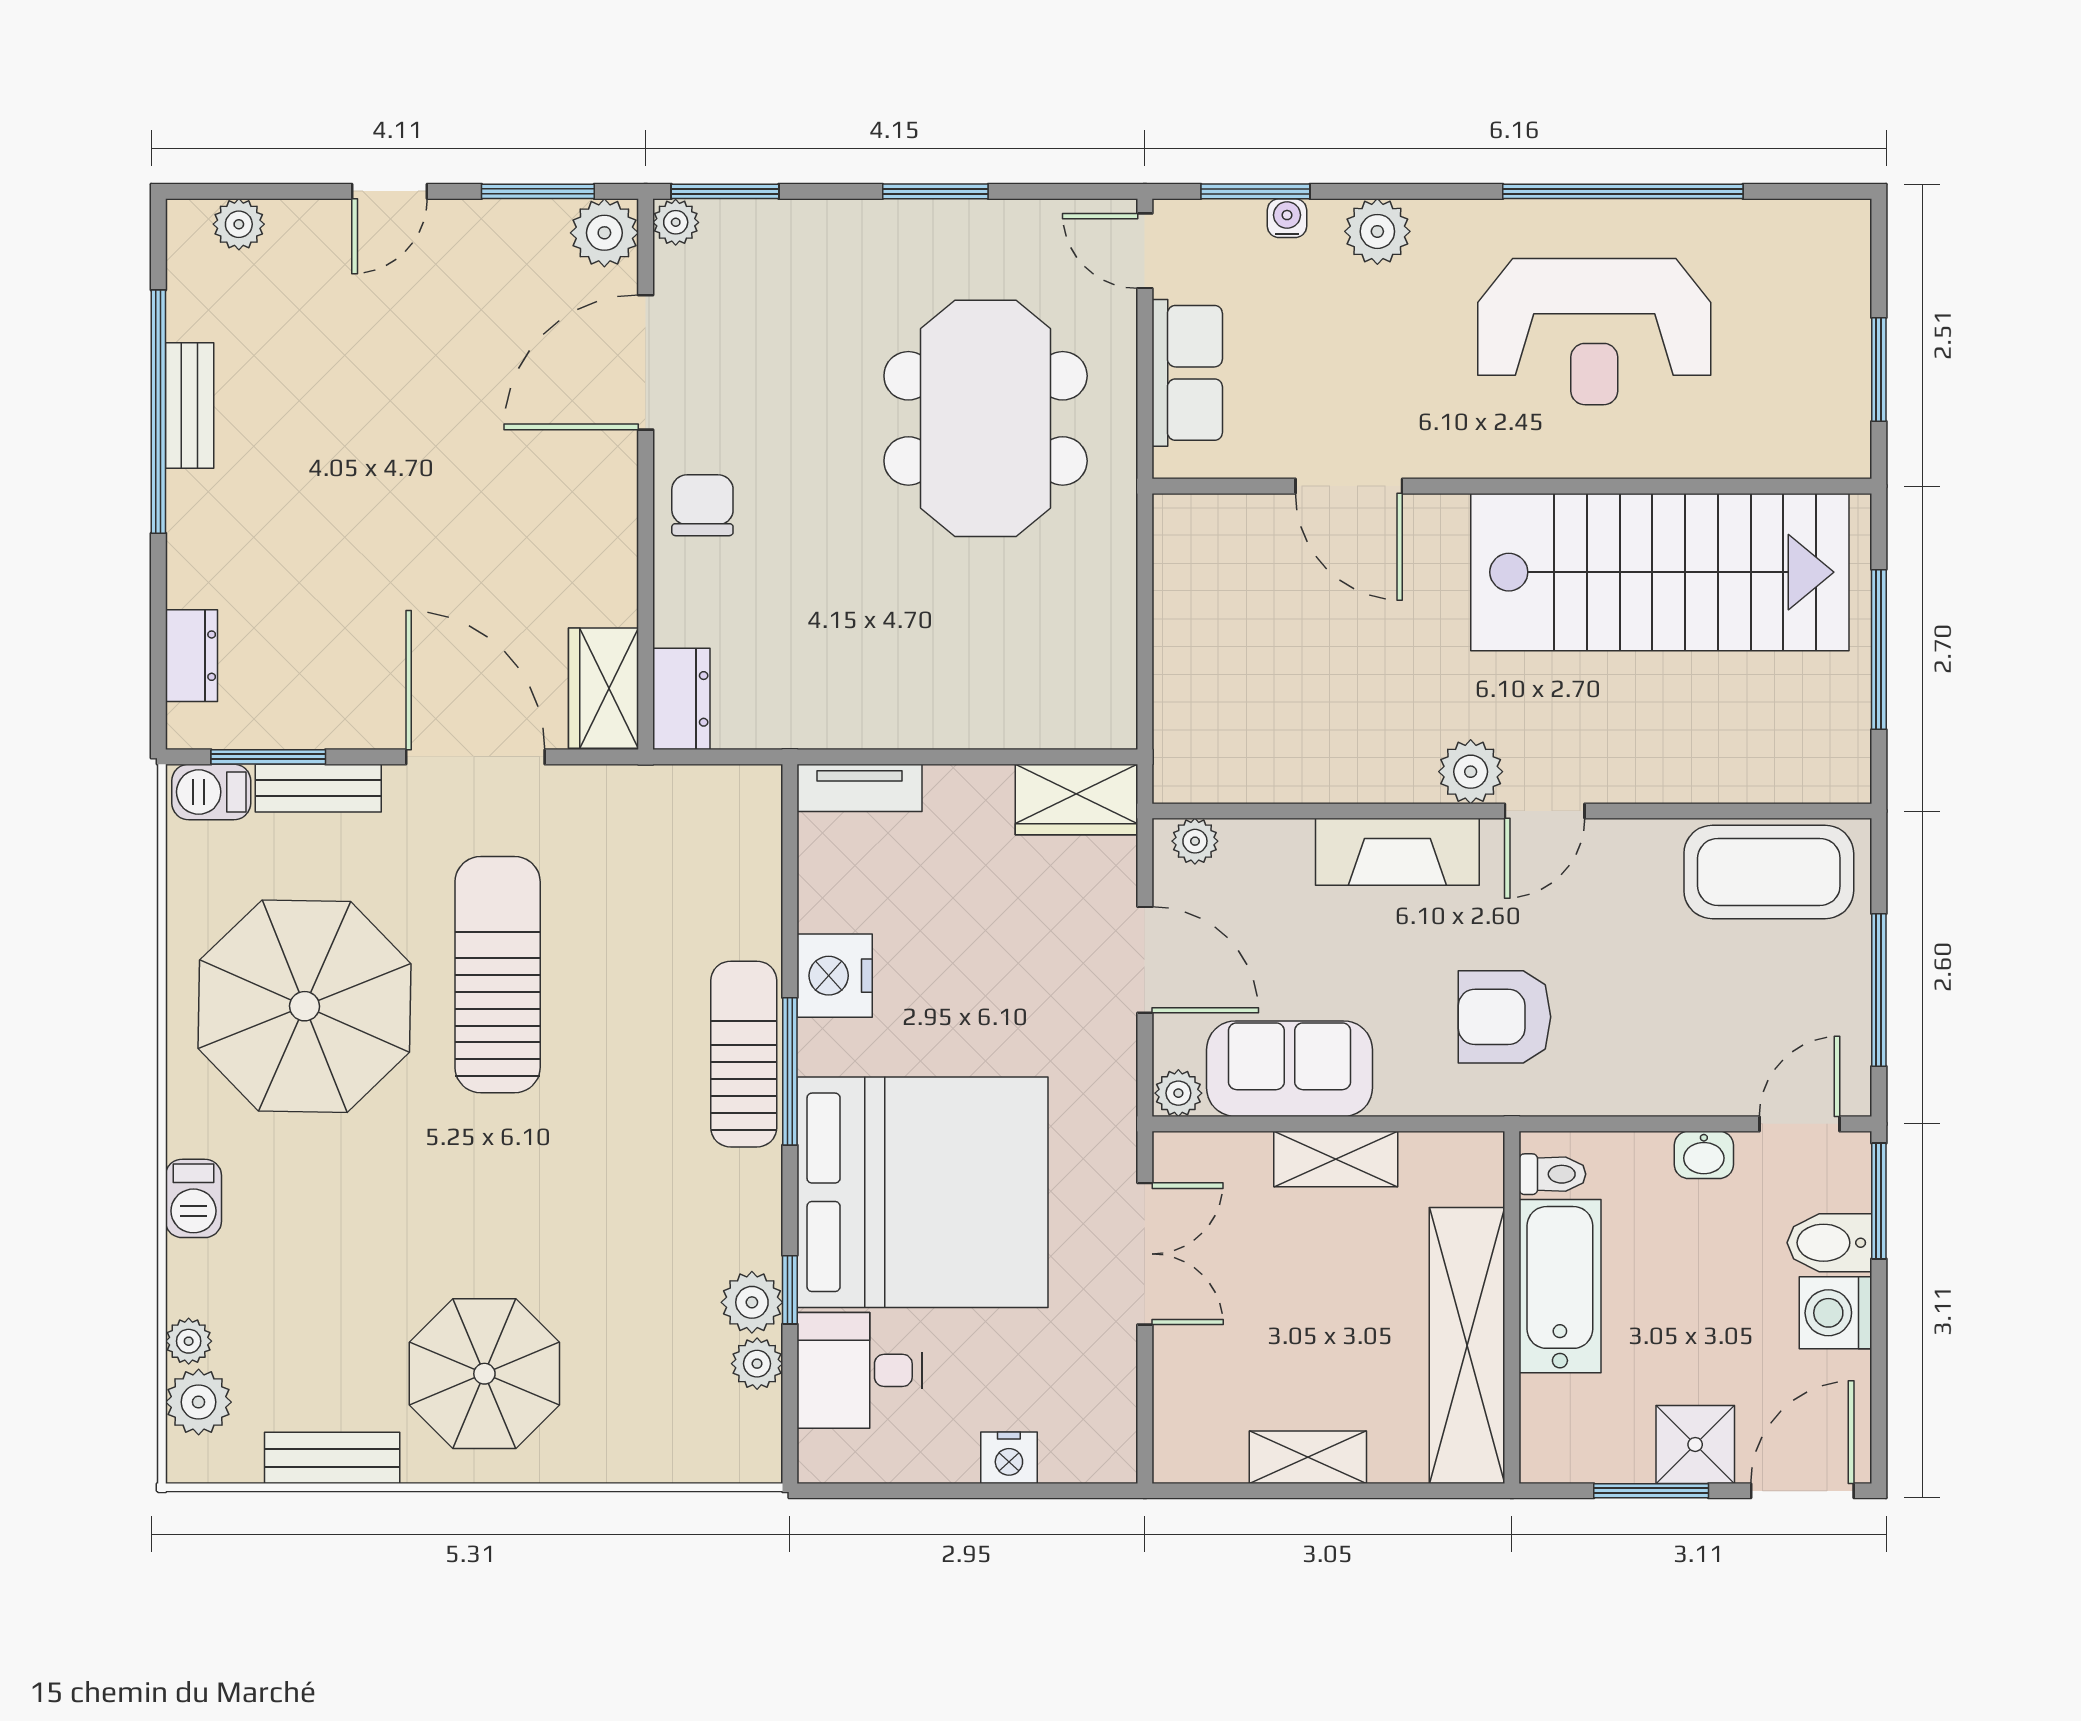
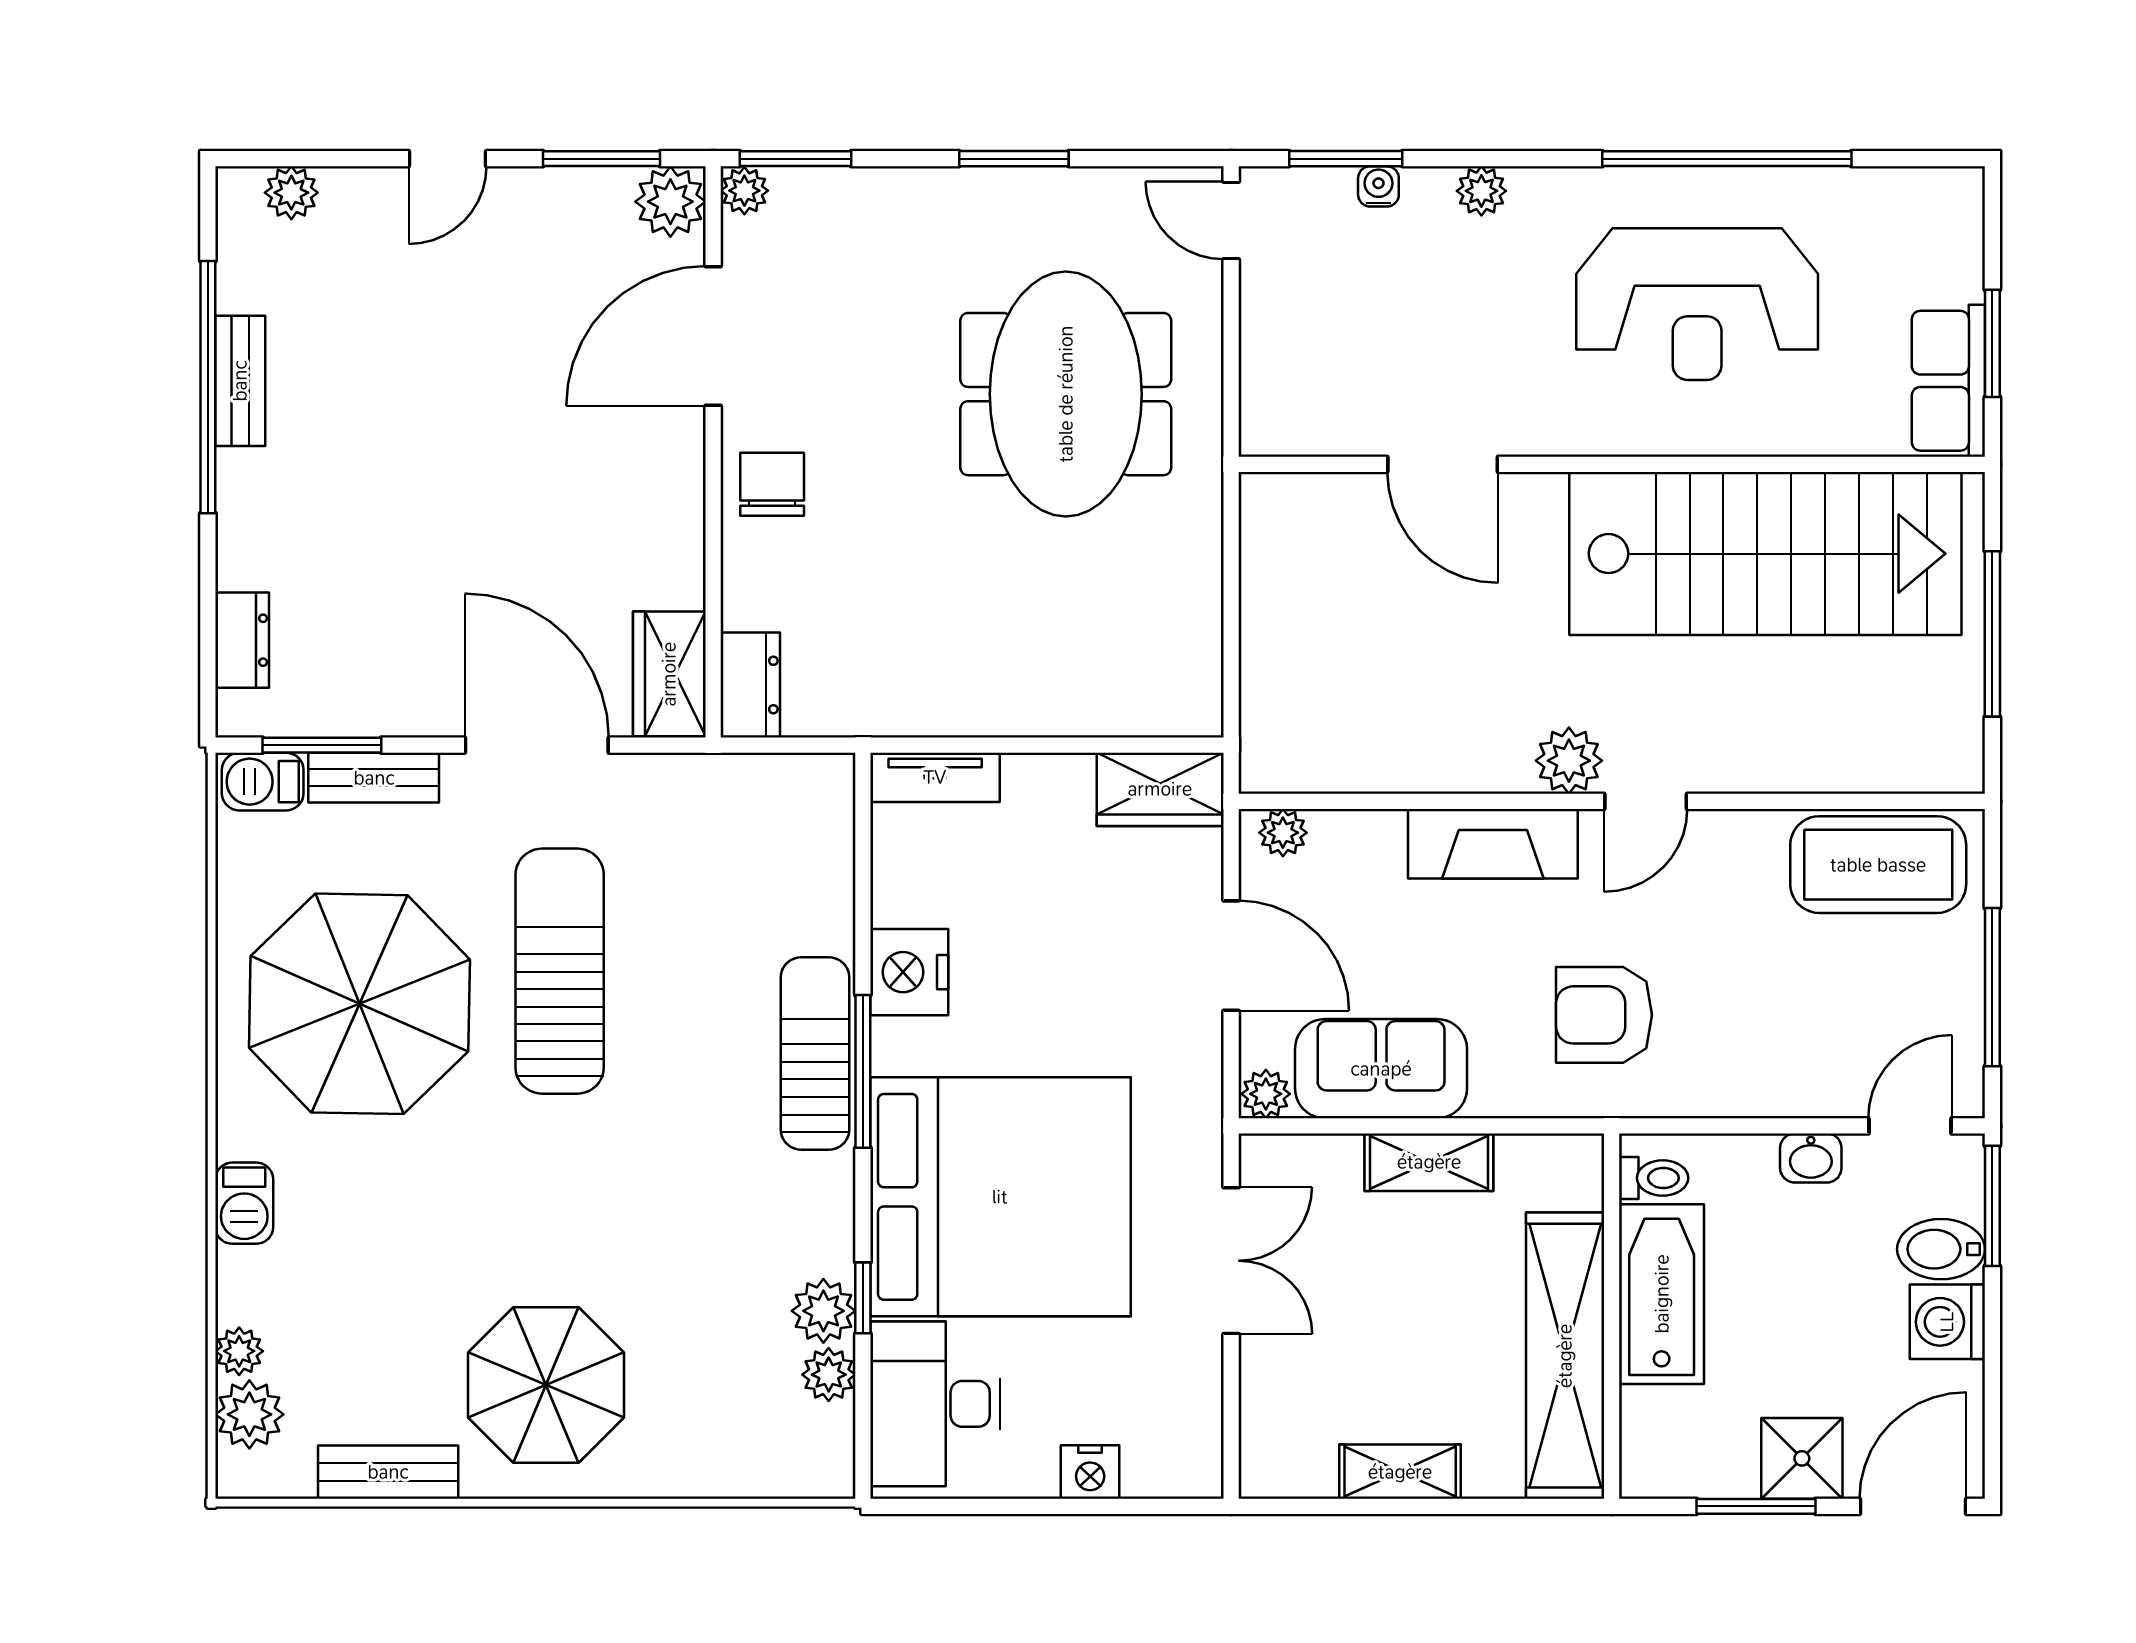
plant: (1377, 231) -> (1481, 191), width x0.73, depth x0.73
row of seats: (1187, 373) -> (1948, 381), moved, turned 180
desk: (860, 1370) -> (935, 1404), width x1.37

